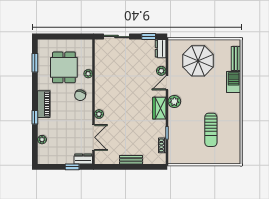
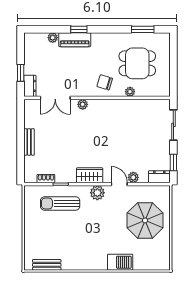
bench: (236, 58) -> (47, 265), moved
piano: (44, 104) -> (75, 40), moved
sun lounger: (211, 130) -> (60, 204), moved

